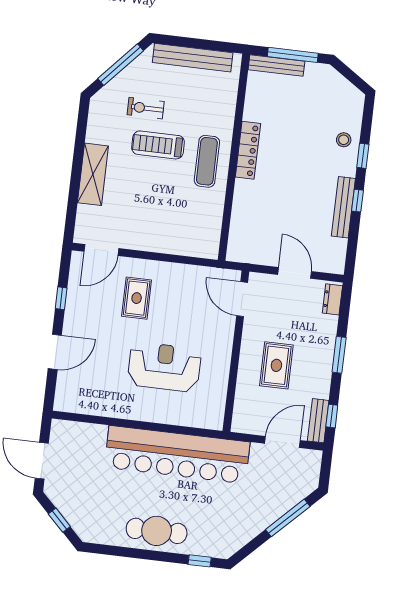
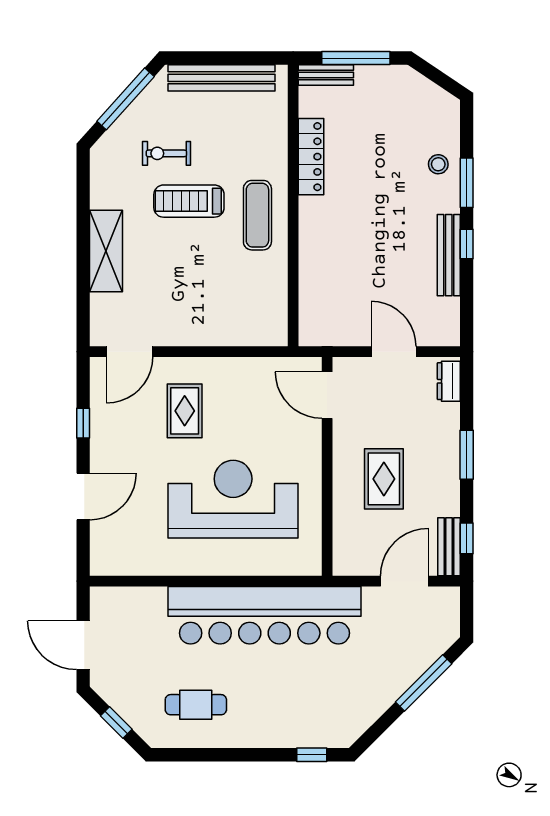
bench: (276, 66) -> (326, 75), width x0.73
locker: (248, 150) -> (311, 157), moved
window: (363, 156) -> (467, 183), width x1.50
reception desk: (164, 367) -> (233, 499), width x1.36, depth x1.30
cafe table: (157, 531) -> (196, 705), moved, width x0.73, depth x0.74

